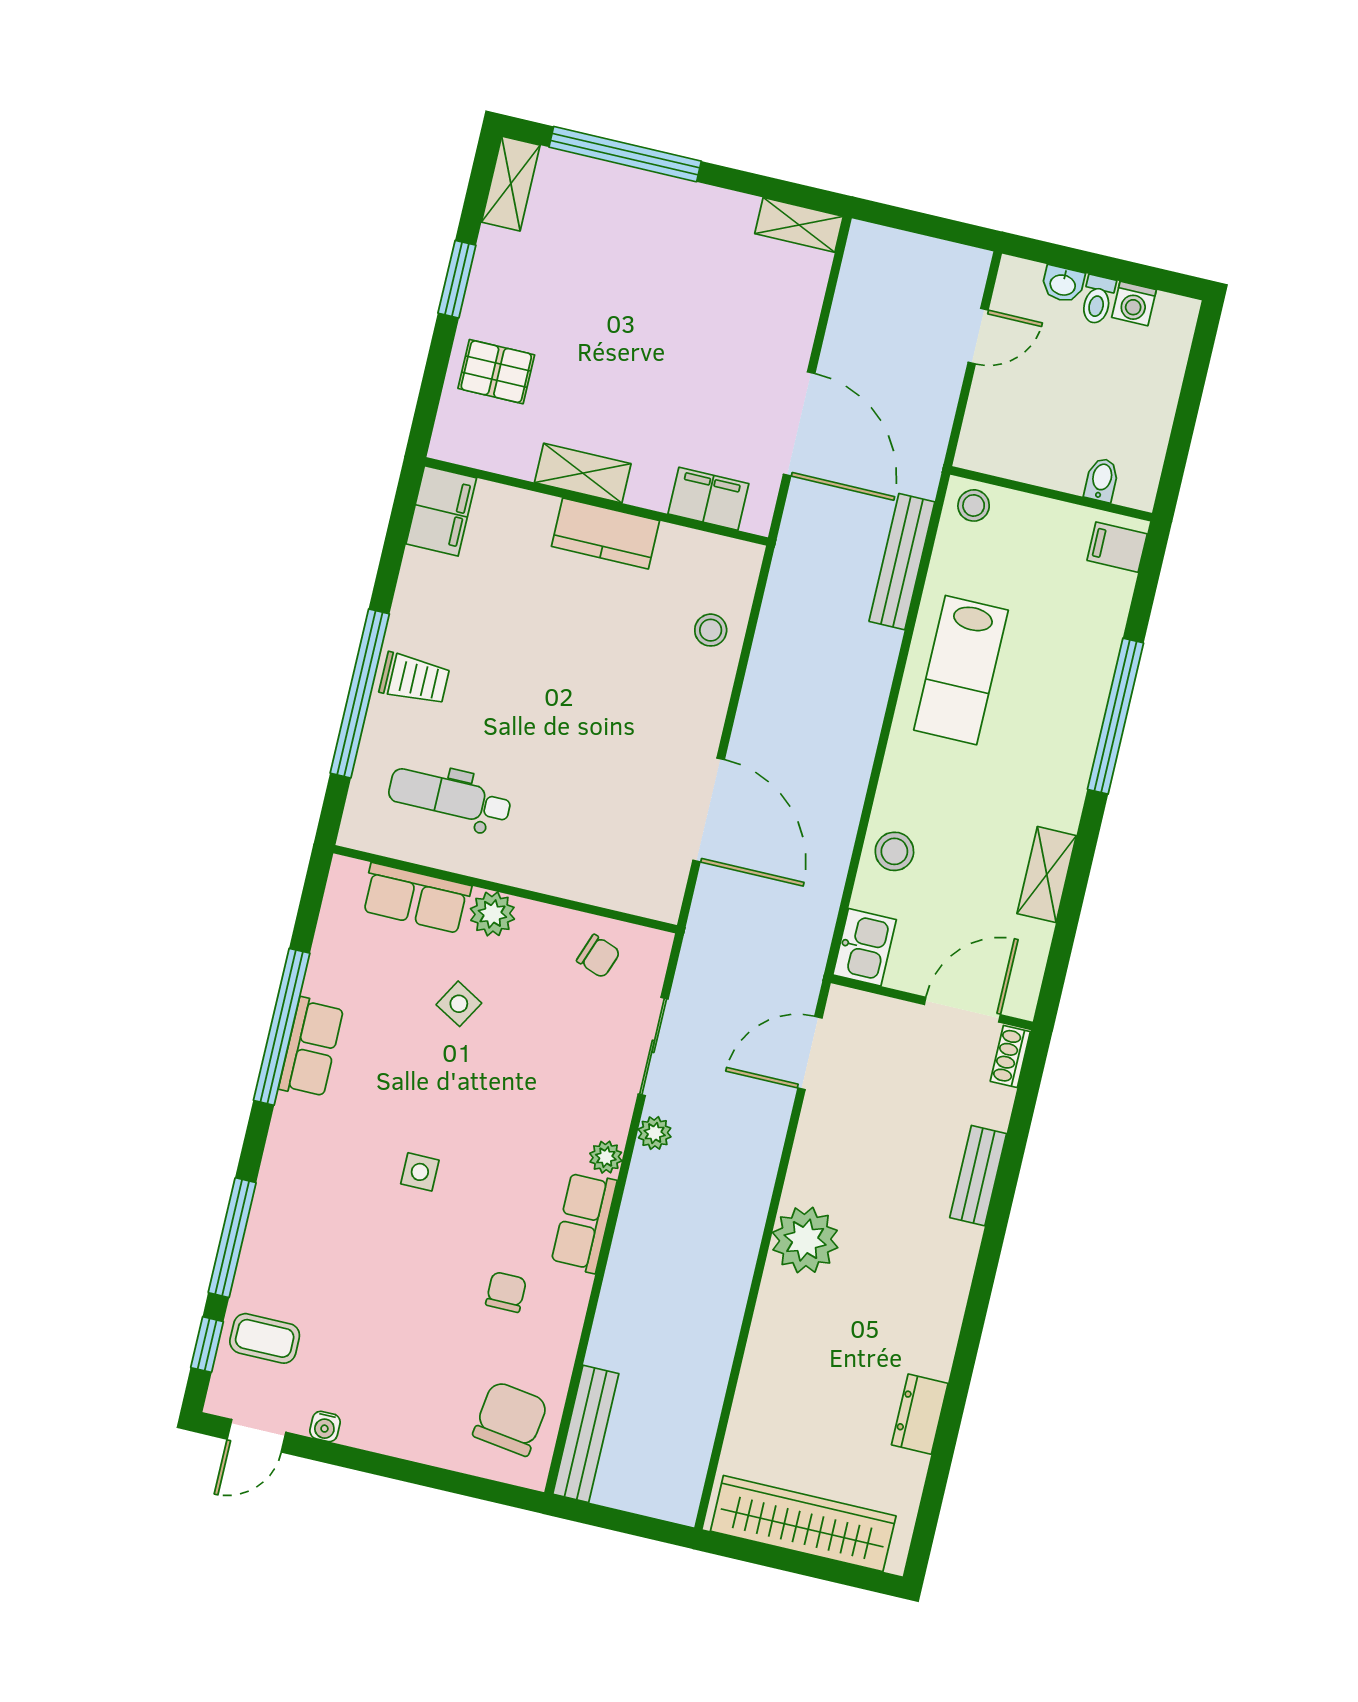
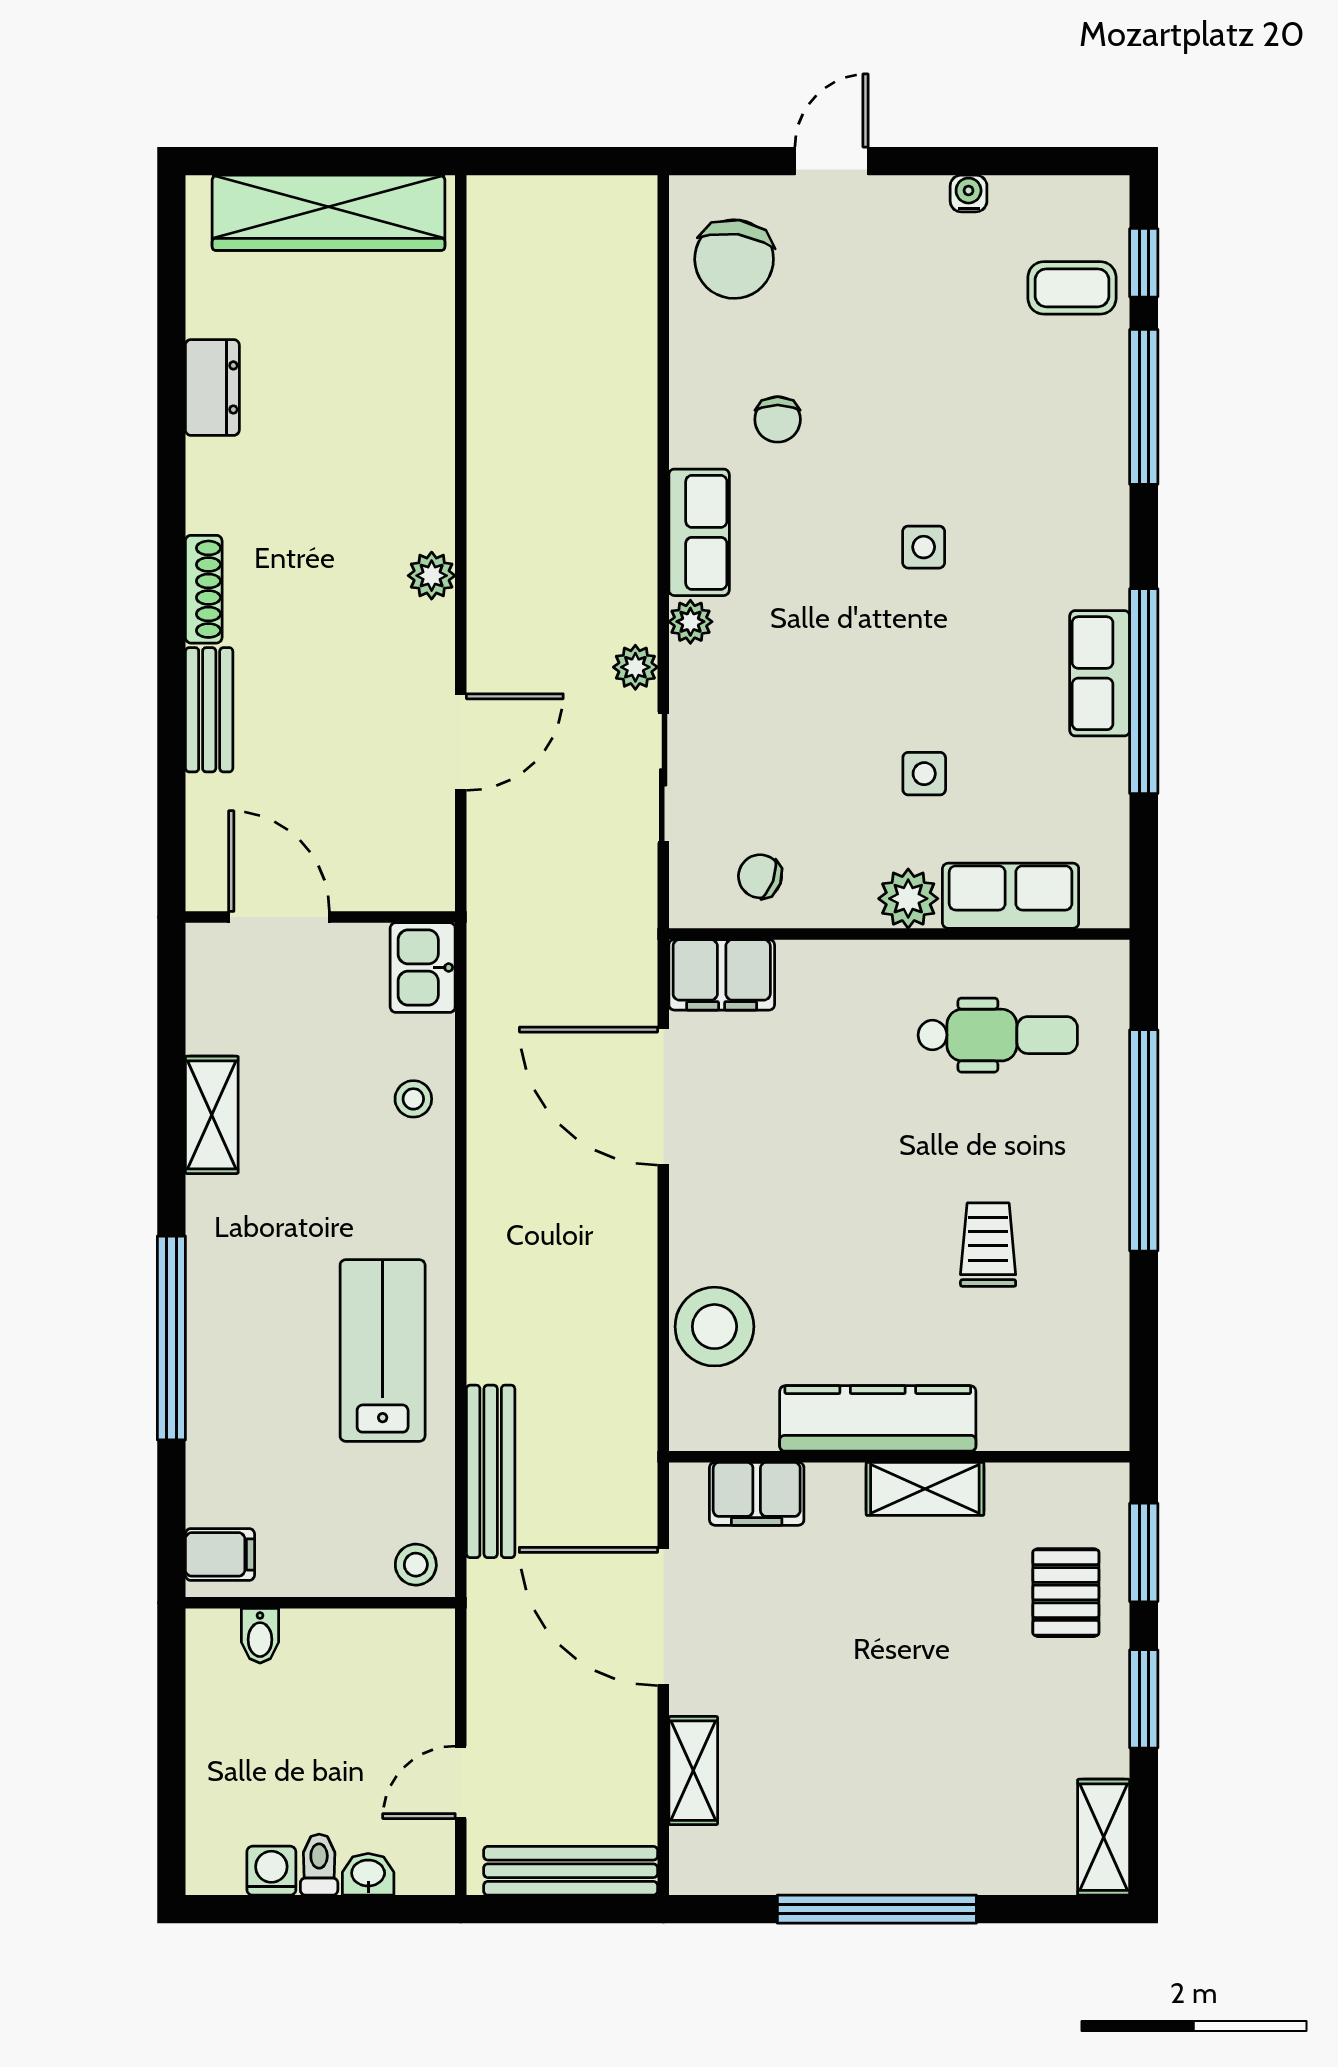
window: (625, 154) -> (877, 1909), moved
shelving: (799, 225) -> (693, 1771), moved, turned 90
pallet: (496, 372) -> (1066, 1593), turned 90
window: (431, 388) -> (1144, 1552), added
filing cabinet: (441, 511) -> (722, 975), moved, turned -90
kitchen counter: (605, 534) -> (878, 1418), width x1.50
stool: (711, 630) -> (714, 1327), width x1.89, depth x1.89
trolley: (414, 679) -> (988, 1245), moved, turned 90
stool: (894, 851) -> (413, 1099), width x0.73, depth x0.73
side table: (459, 1004) -> (924, 774), turned -30
door: (962, 1010) -> (279, 917), swing flipped
door: (810, 1053) -> (461, 742), moved
shoe rack: (1010, 1057) -> (204, 589), moved, width x1.43
plant: (805, 1240) -> (432, 576), width x0.53, depth x0.53
bench: (586, 1434) -> (571, 1871), moved, turned 90
door: (257, 1436) -> (831, 161), moved

